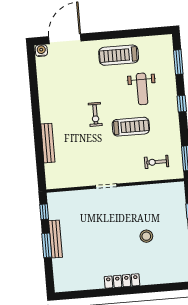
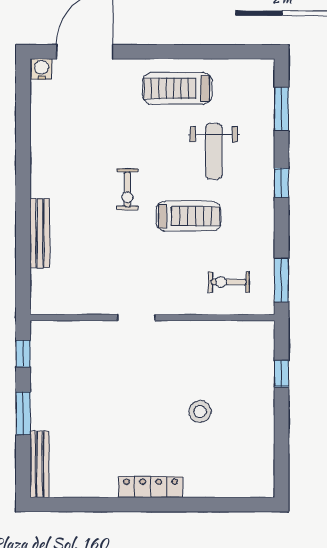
bench: (56, 239) -> (39, 464), moved

